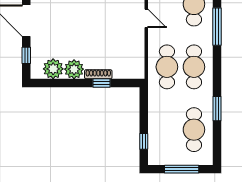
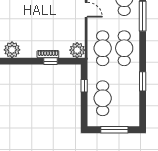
plant: (74, 69) -> (77, 50), moved
cafe table: (194, 130) -> (103, 98), moved
window: (144, 141) -> (84, 86), moved

